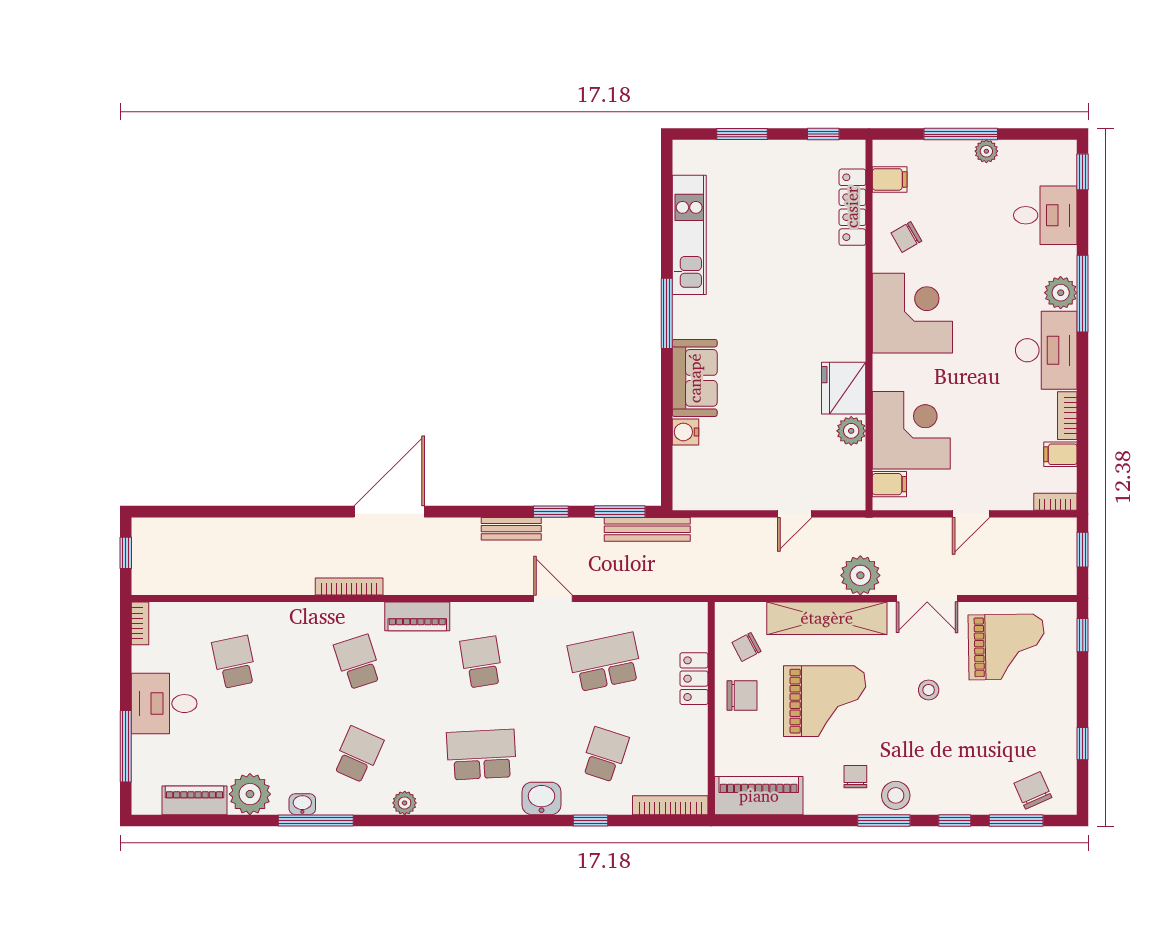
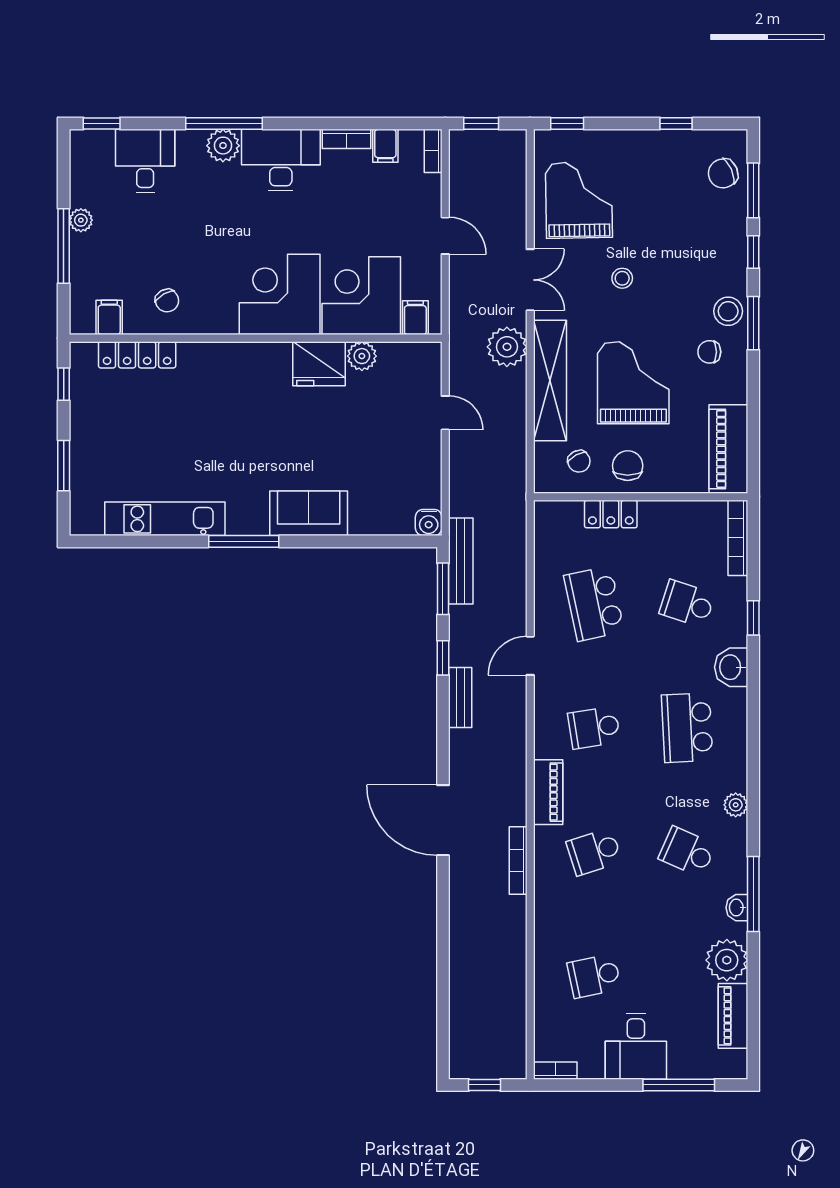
corner desk: (912, 313) -> (280, 294), moved
water cooler: (685, 432) -> (429, 523), moved

